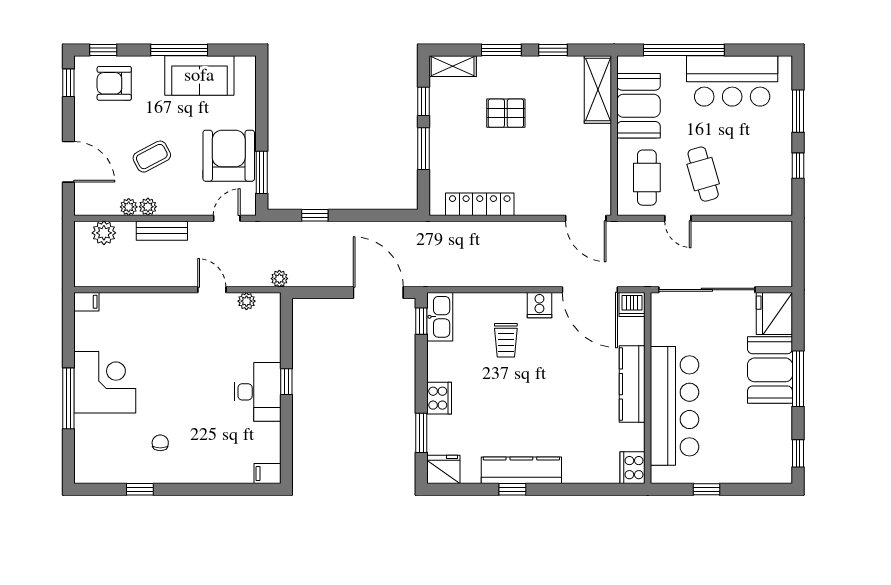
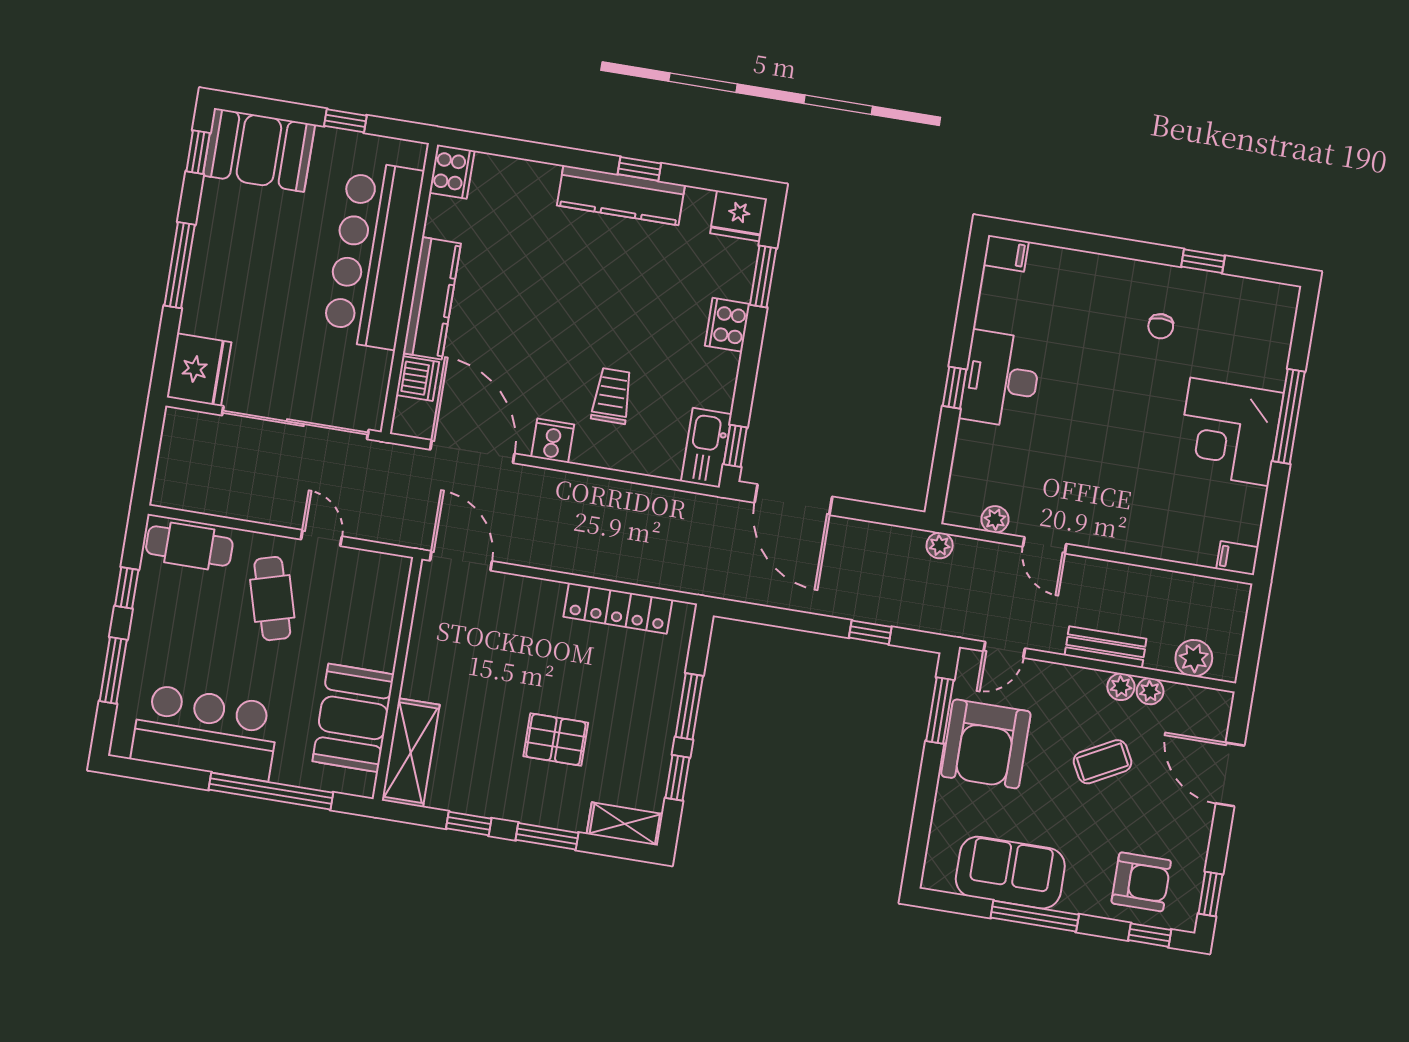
cafe table: (647, 178) -> (189, 546), moved, turned 90
dishwasher: (632, 304) -> (418, 379), moved, turned 90
booth: (770, 370) -> (259, 150), moved, turned 90

